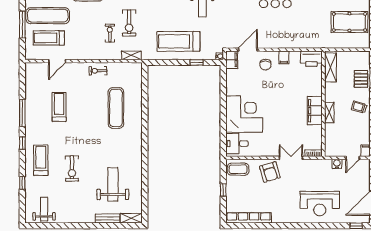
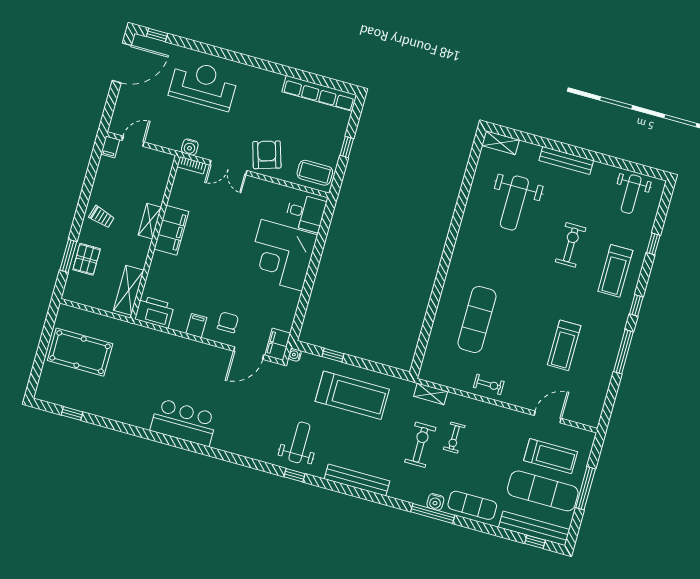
water cooler: (337, 164) -> (190, 147), moved
bench: (108, 219) -> (566, 160), moved, width x1.36

